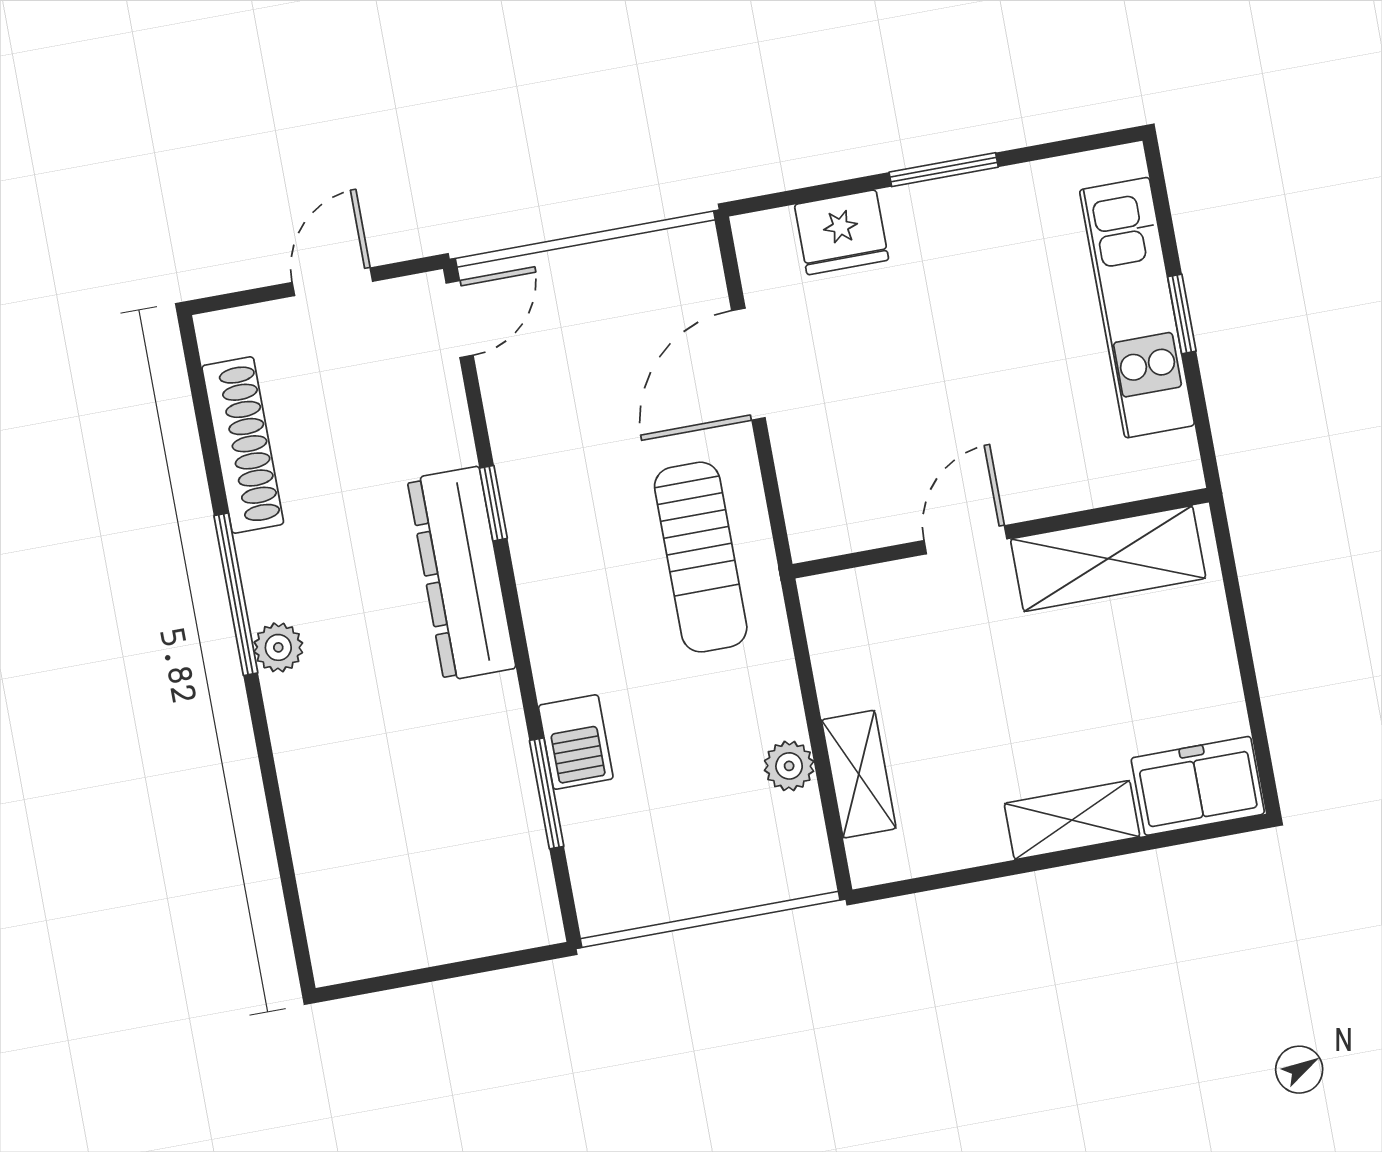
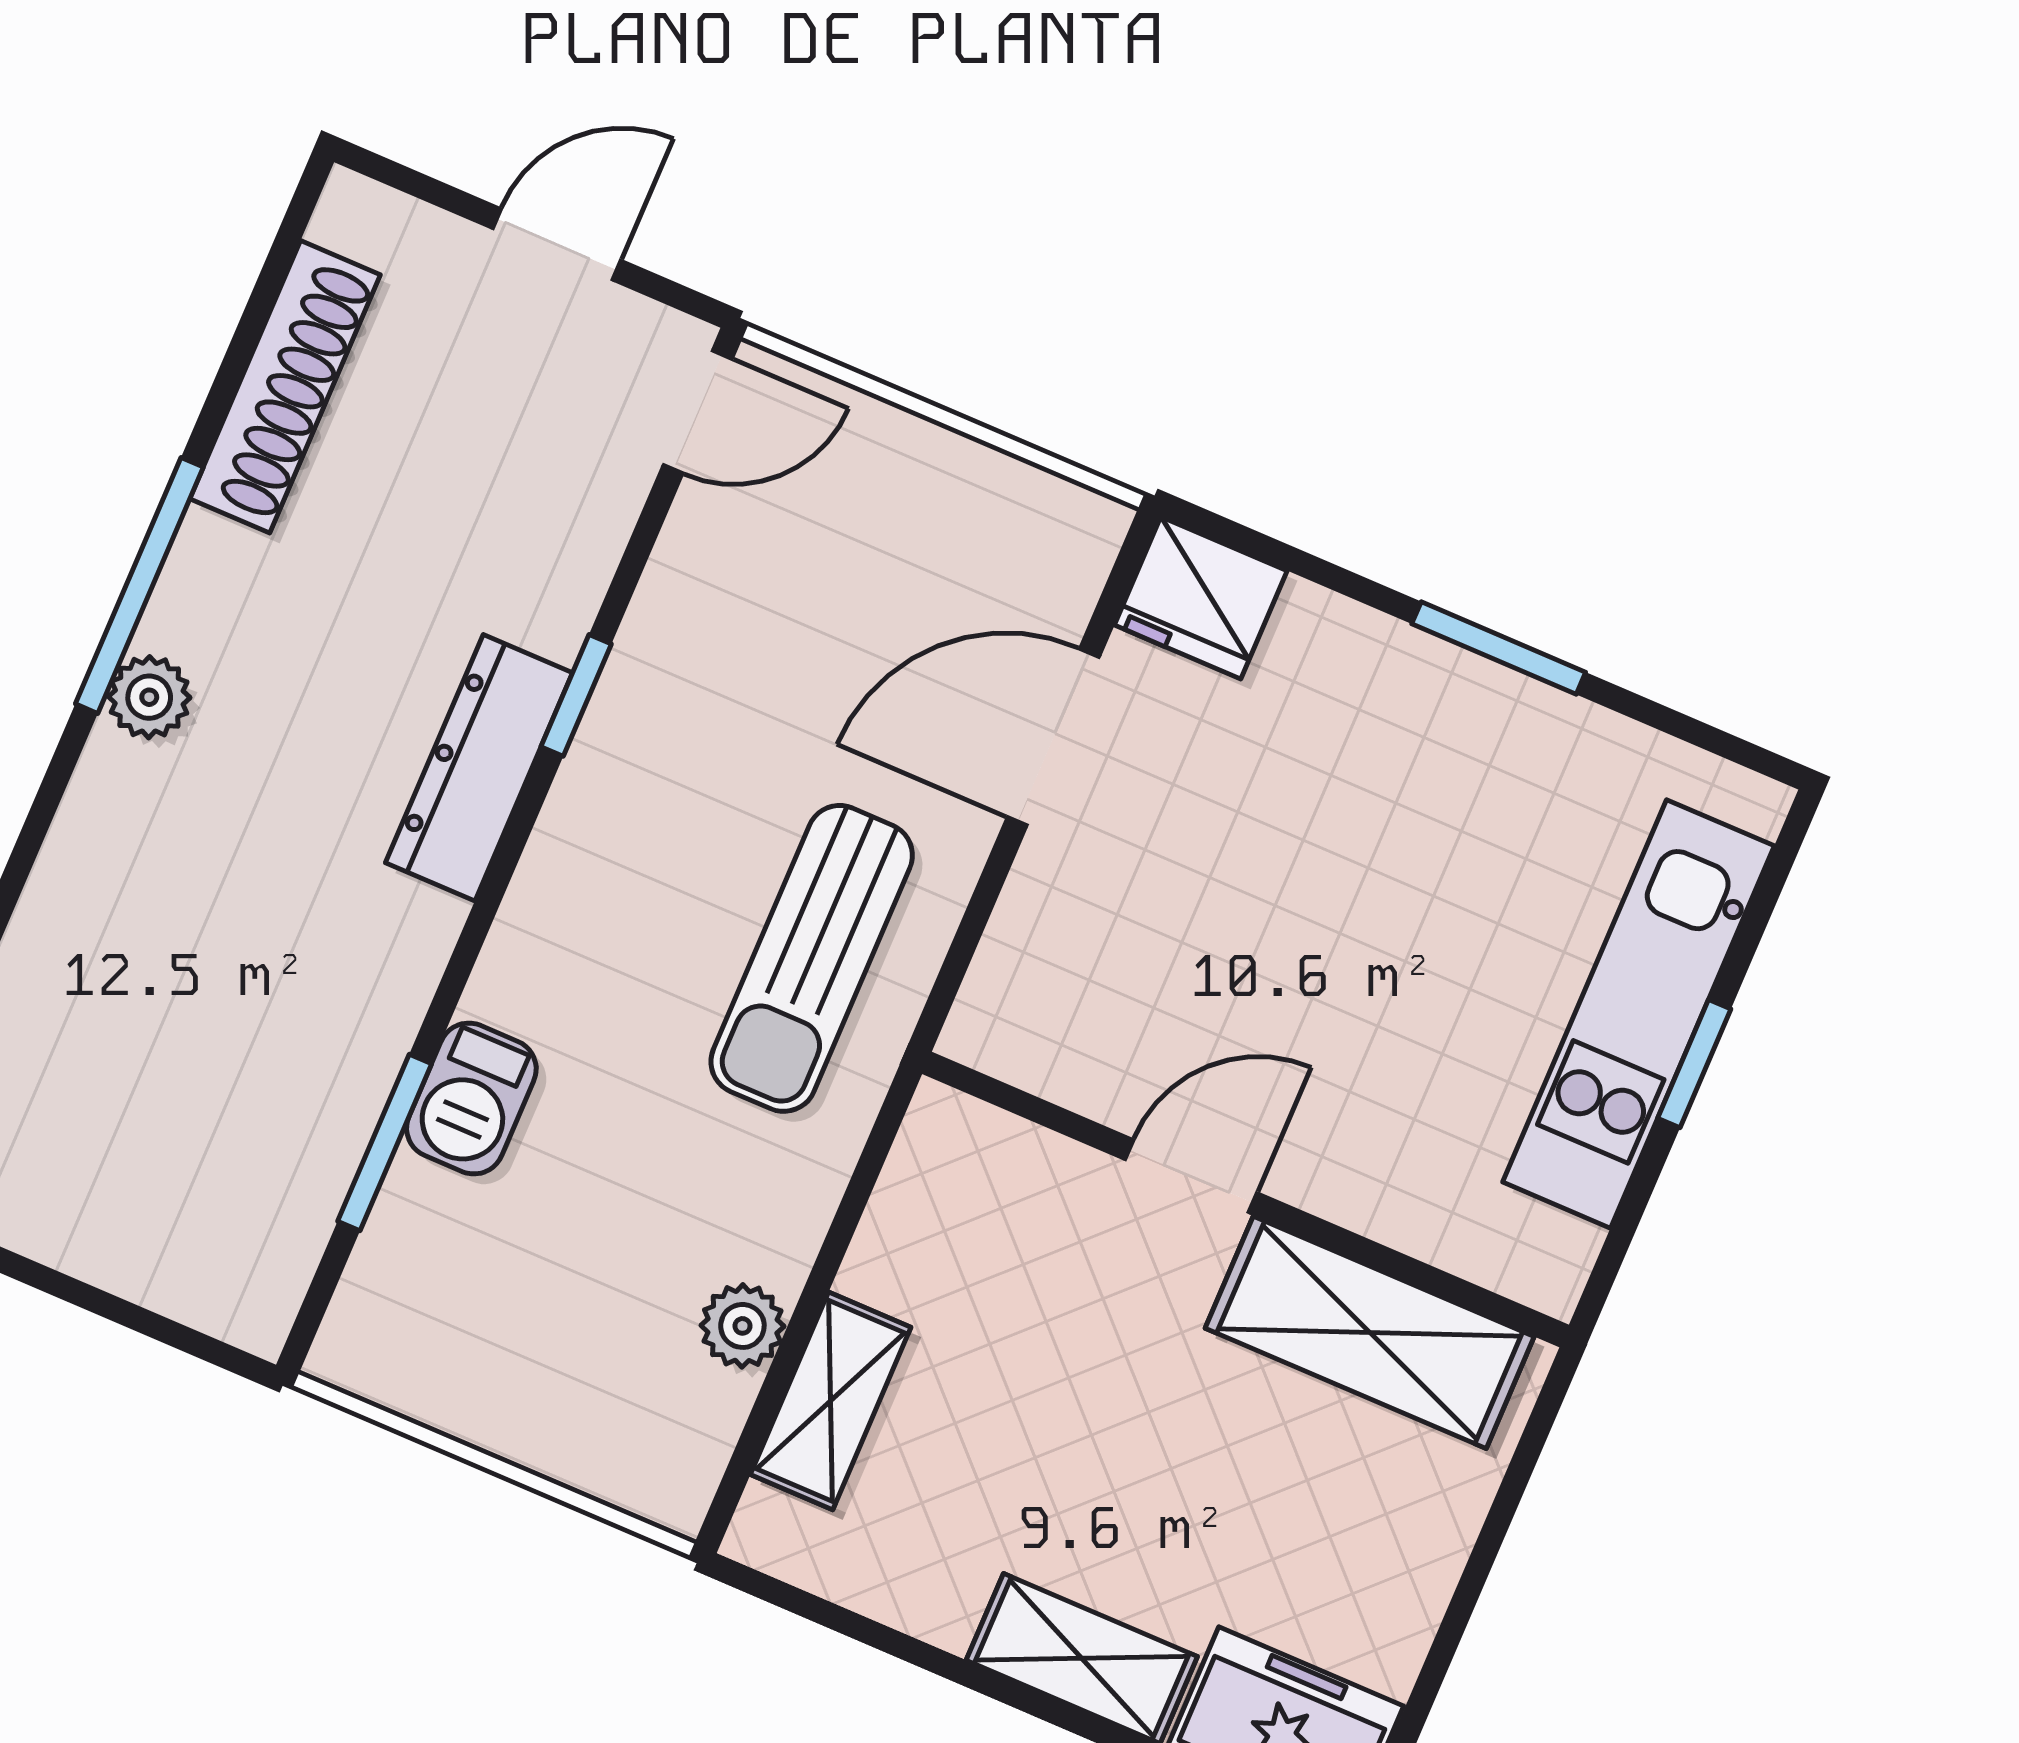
fridge: (842, 232) -> (1201, 598), moved
dresser: (462, 574) -> (479, 768), width x0.73, depth x0.80

